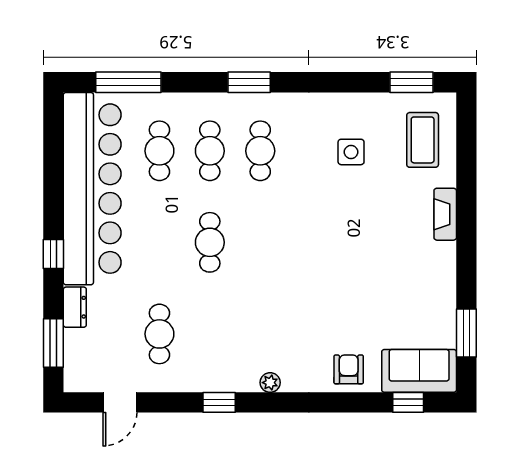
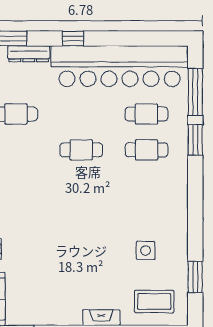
window: (249, 82) -> (195, 140), moved
window: (411, 82) -> (195, 277), moved
cafe table: (260, 151) -> (146, 186), removed
dresser: (75, 307) -> (29, 54), width x1.44

